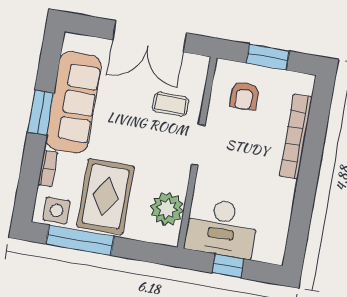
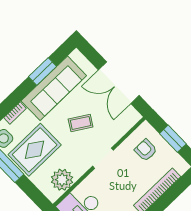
armchair: (244, 96) -> (146, 150), turned 90
coffee table: (170, 104) -> (81, 123), moved, turned -58
window: (41, 113) -> (42, 71), moved

